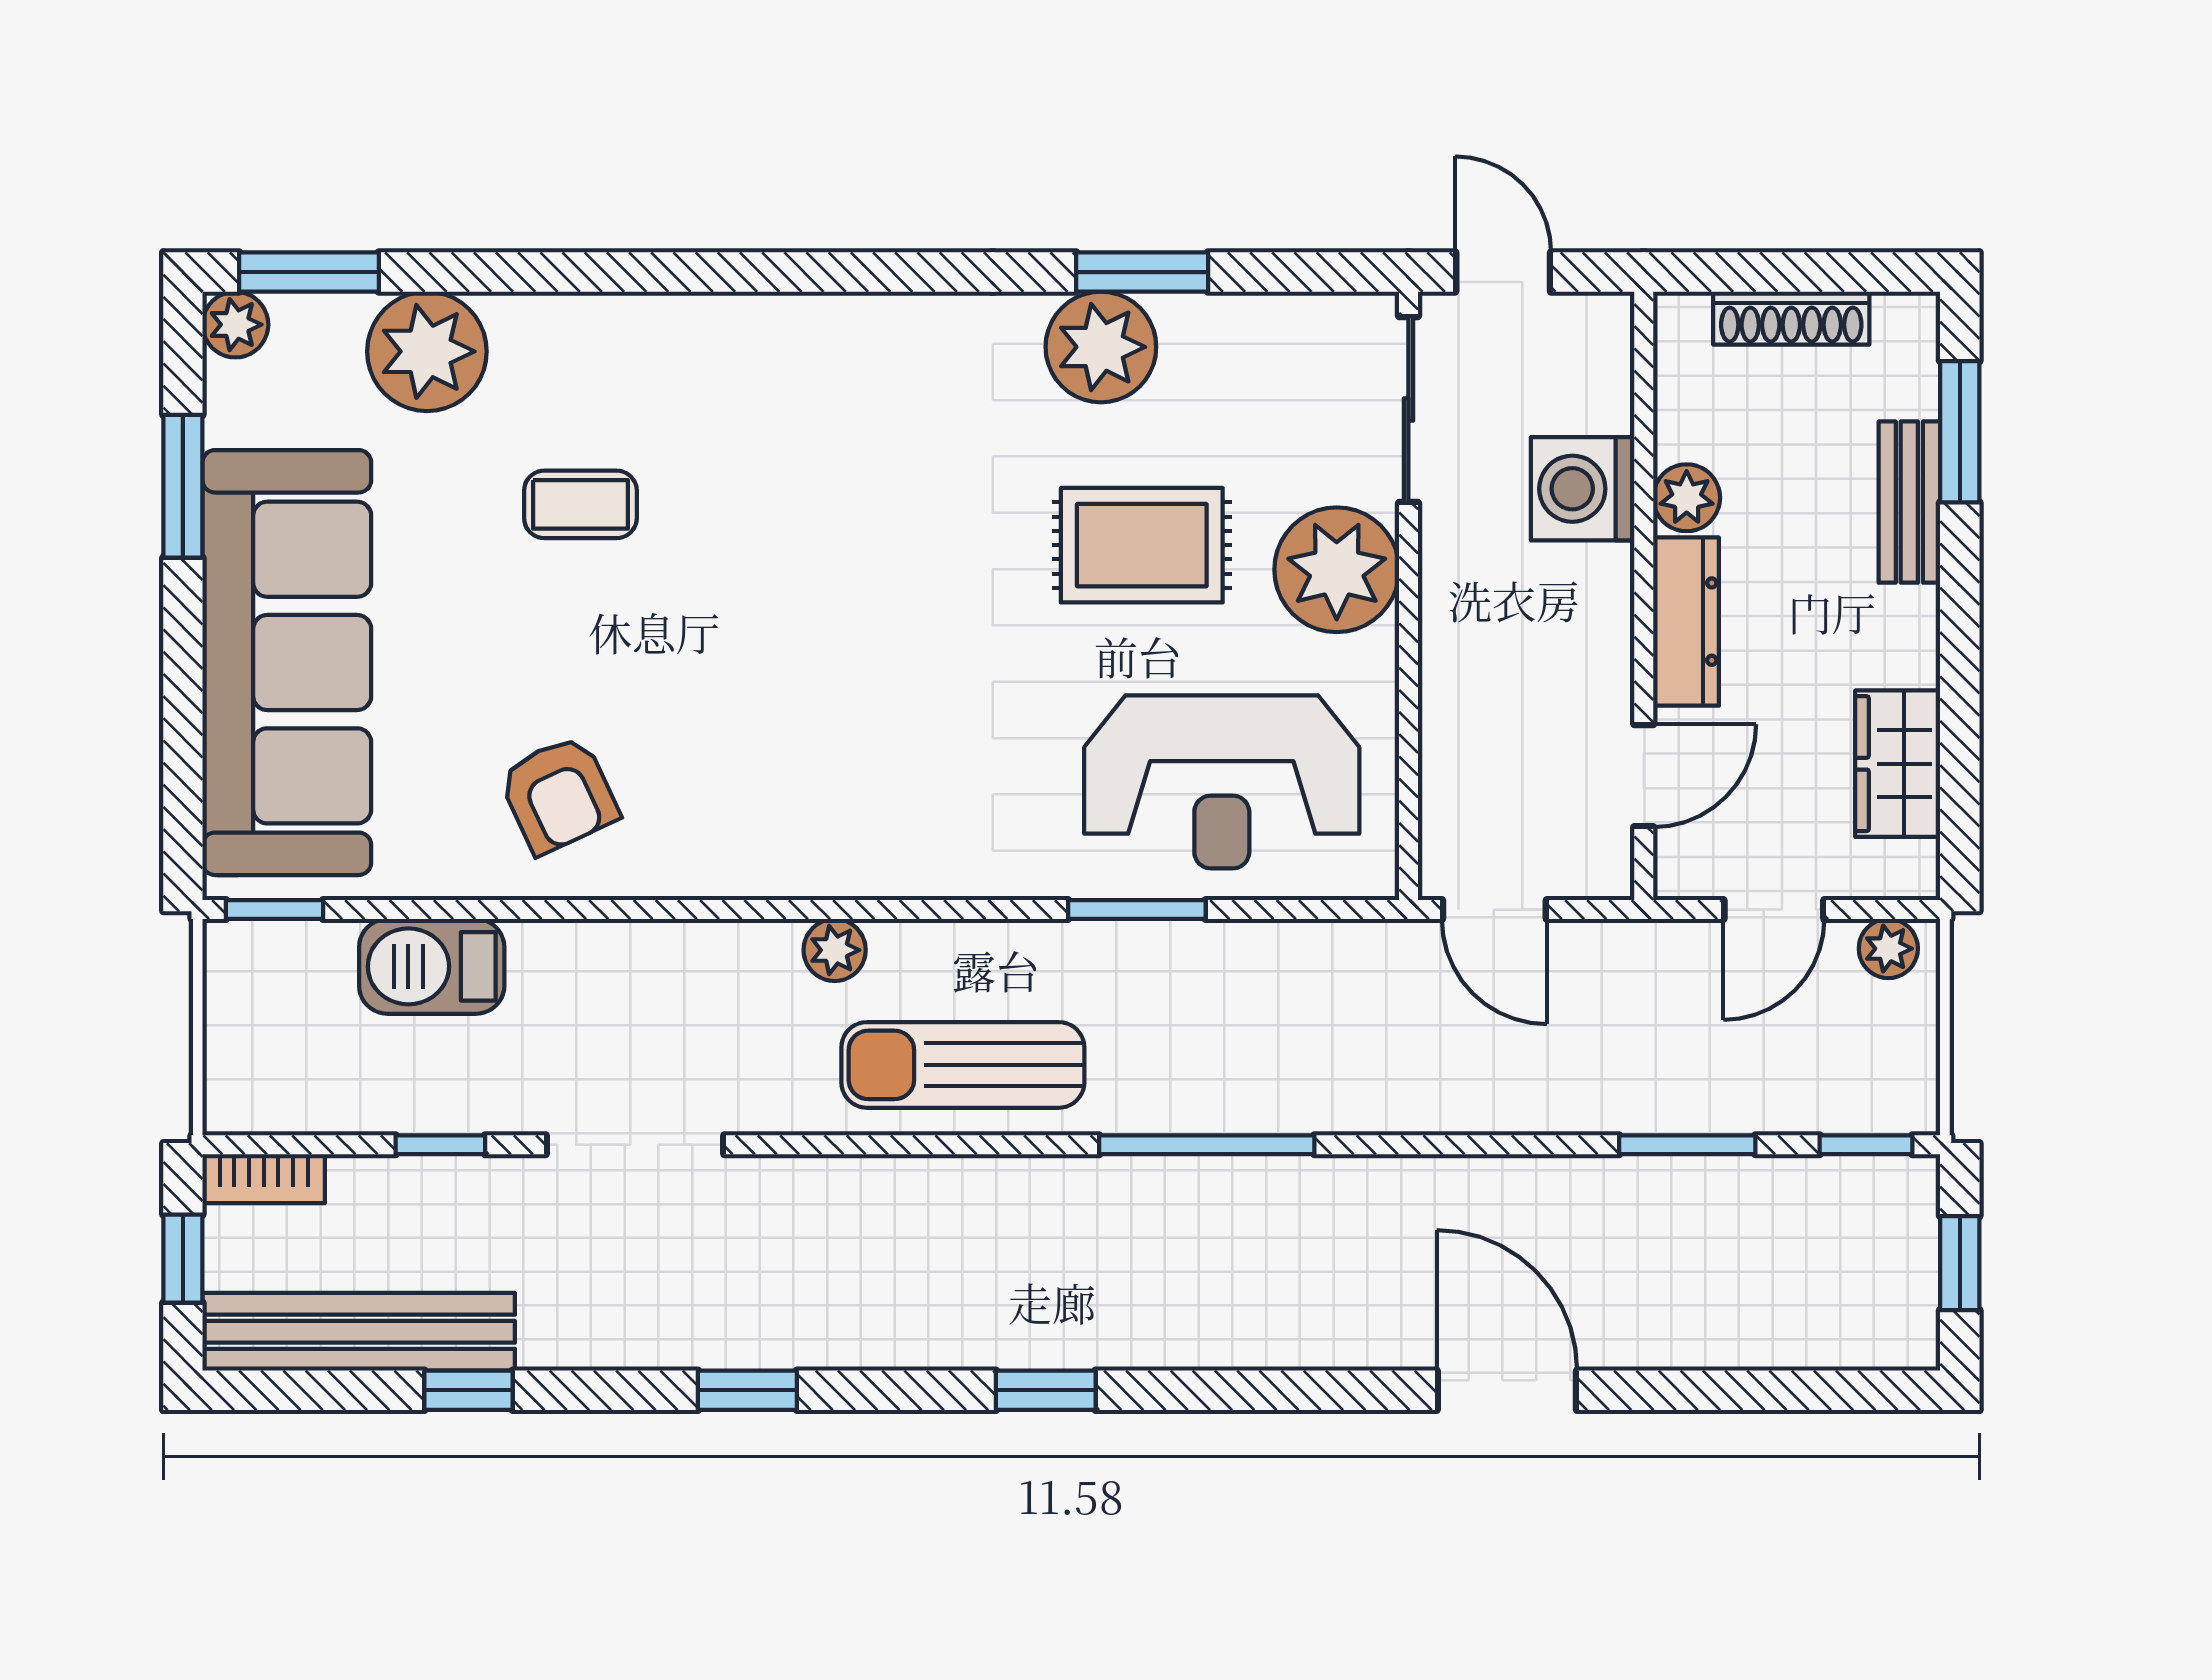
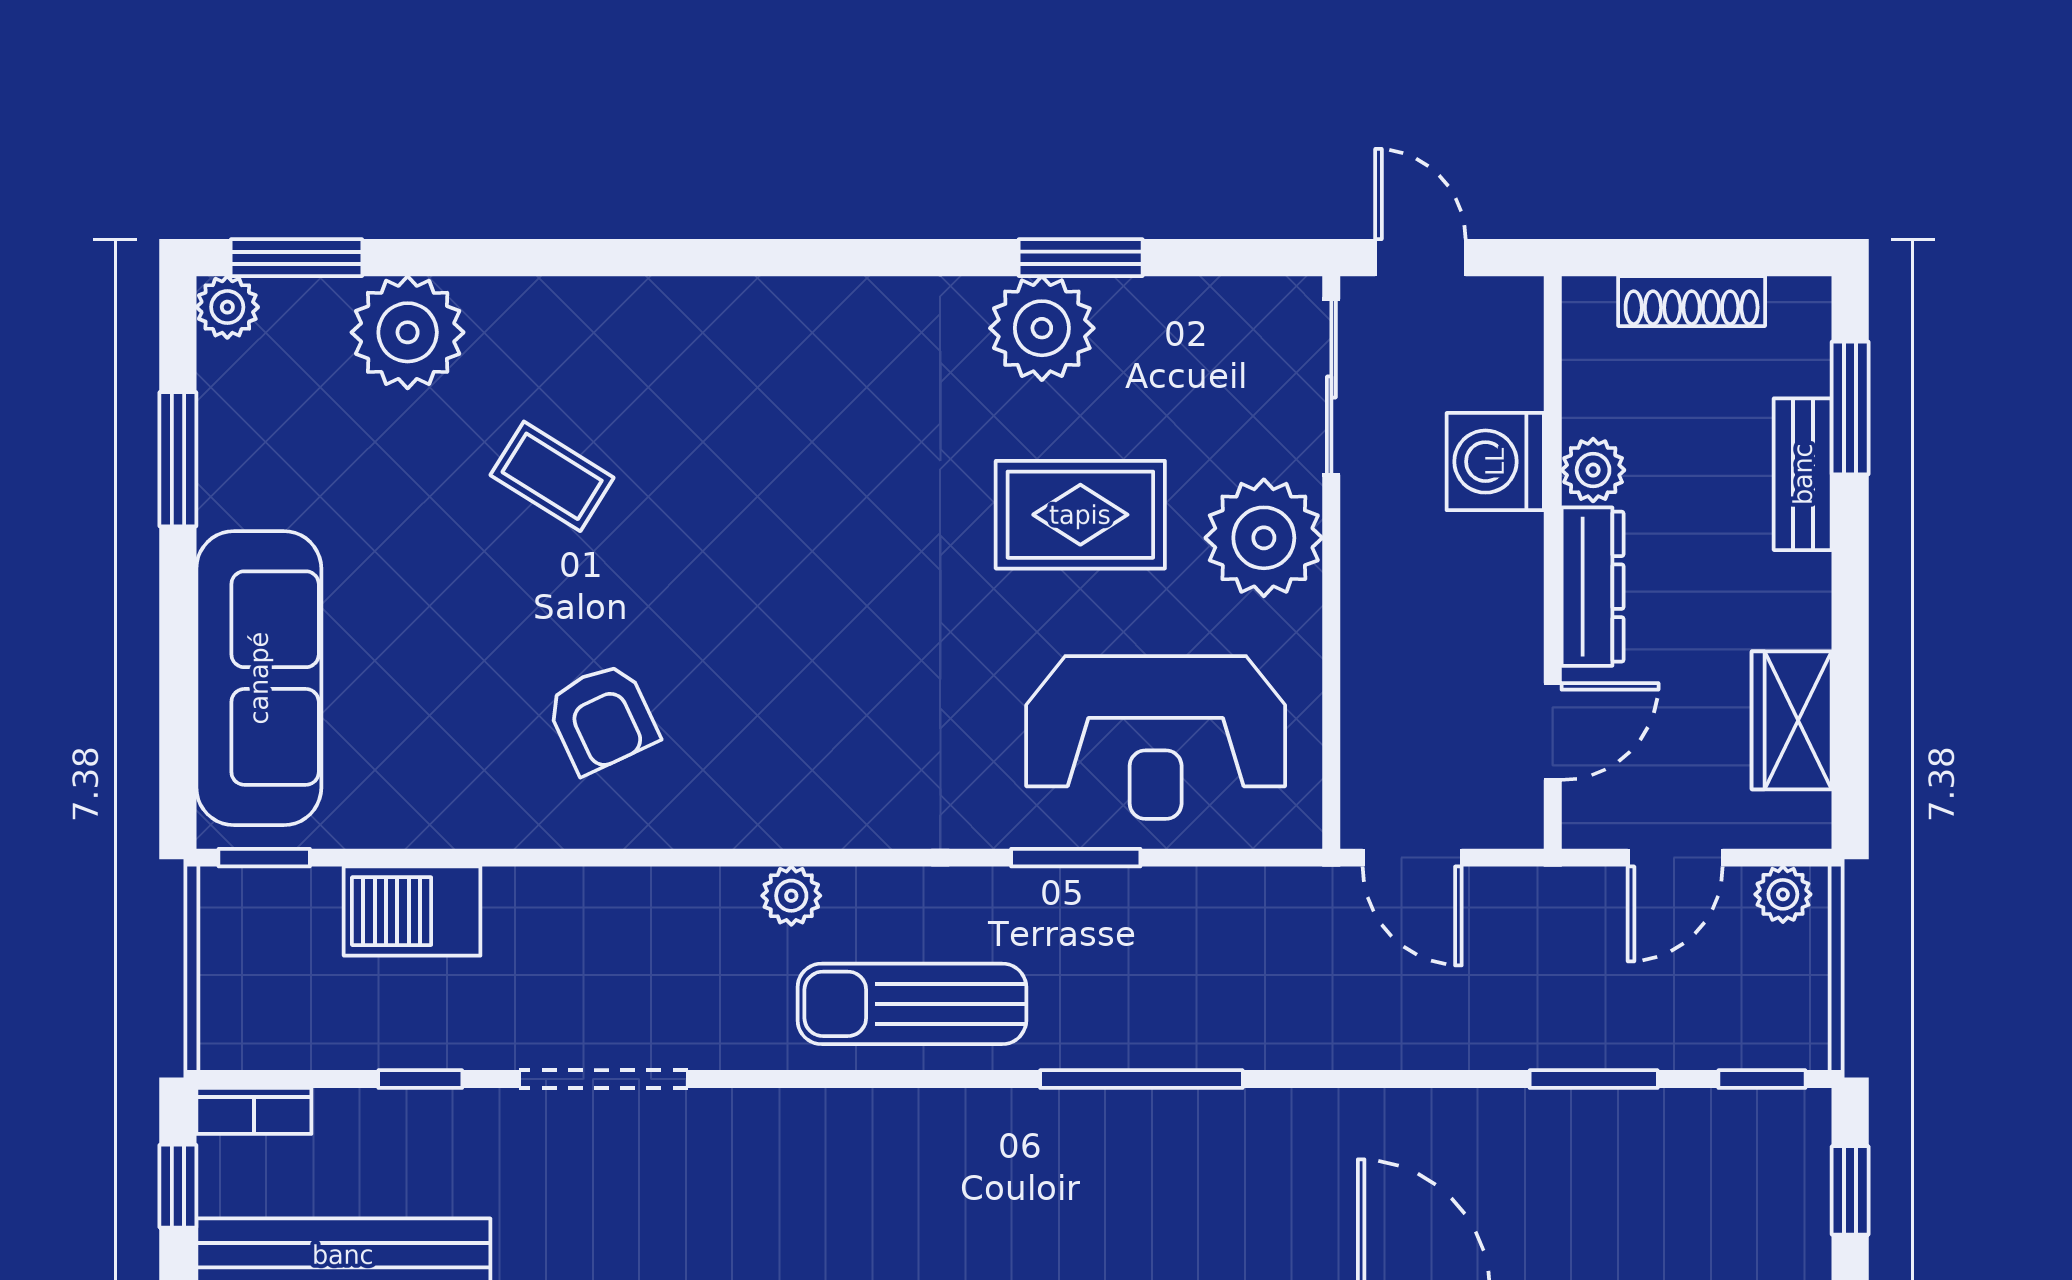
coffee table: (580, 504) -> (552, 476), turned 32
sofa: (287, 663) -> (259, 678), width x0.74, depth x0.79
armchair: (559, 795) -> (602, 718), moved

